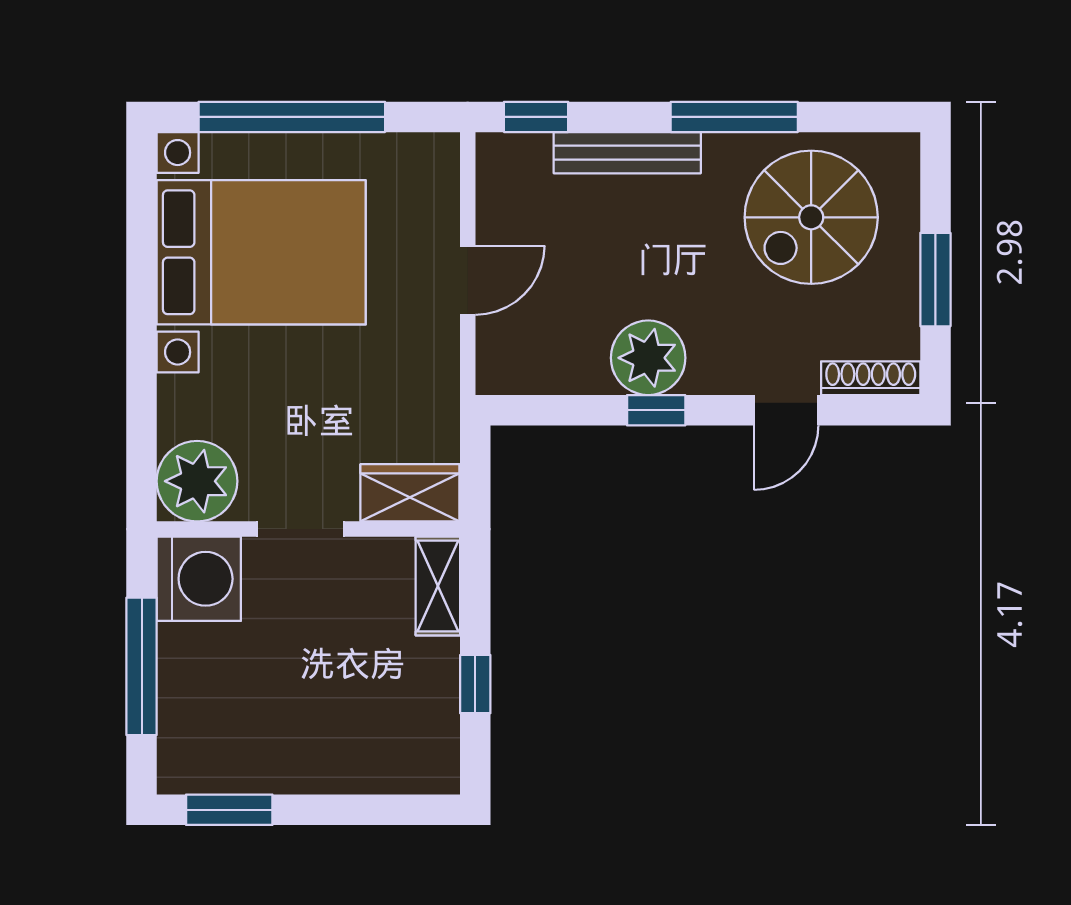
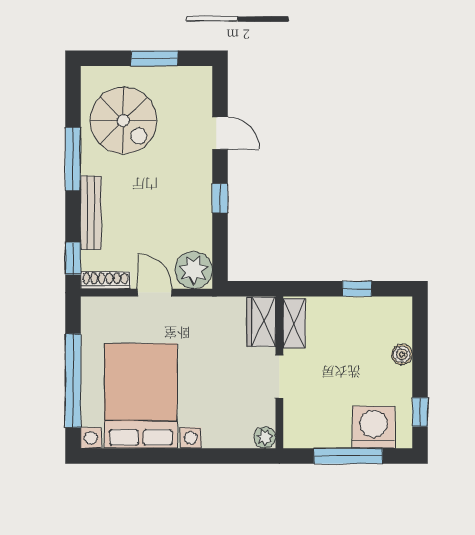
plant: (648, 358) -> (194, 270), moved
shoe rack: (871, 378) -> (105, 280), moved, turned 90
plant: (197, 481) -> (265, 438), width x0.53, depth x0.53
washing machine: (199, 579) -> (373, 427), moved
shelving: (438, 586) -> (294, 323), moved, turned 90
boiler: (344, 774) -> (402, 354), added
window: (229, 810) -> (420, 412), width x0.67

